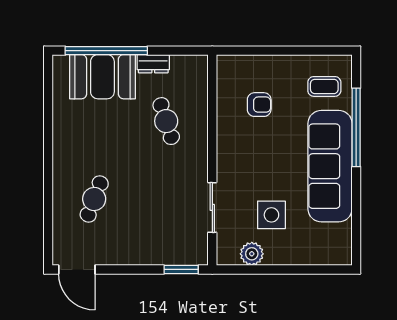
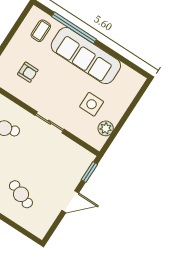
armchair: (259, 105) -> (28, 72), turned 90
sliding door: (212, 207) -> (50, 122), moved
door: (77, 269) -> (70, 202), moved

